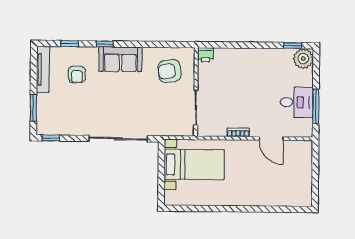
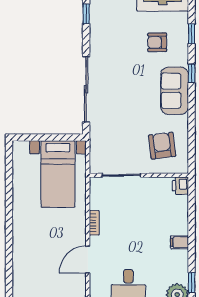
filing cabinet: (256, 56) -> (180, 242), added

